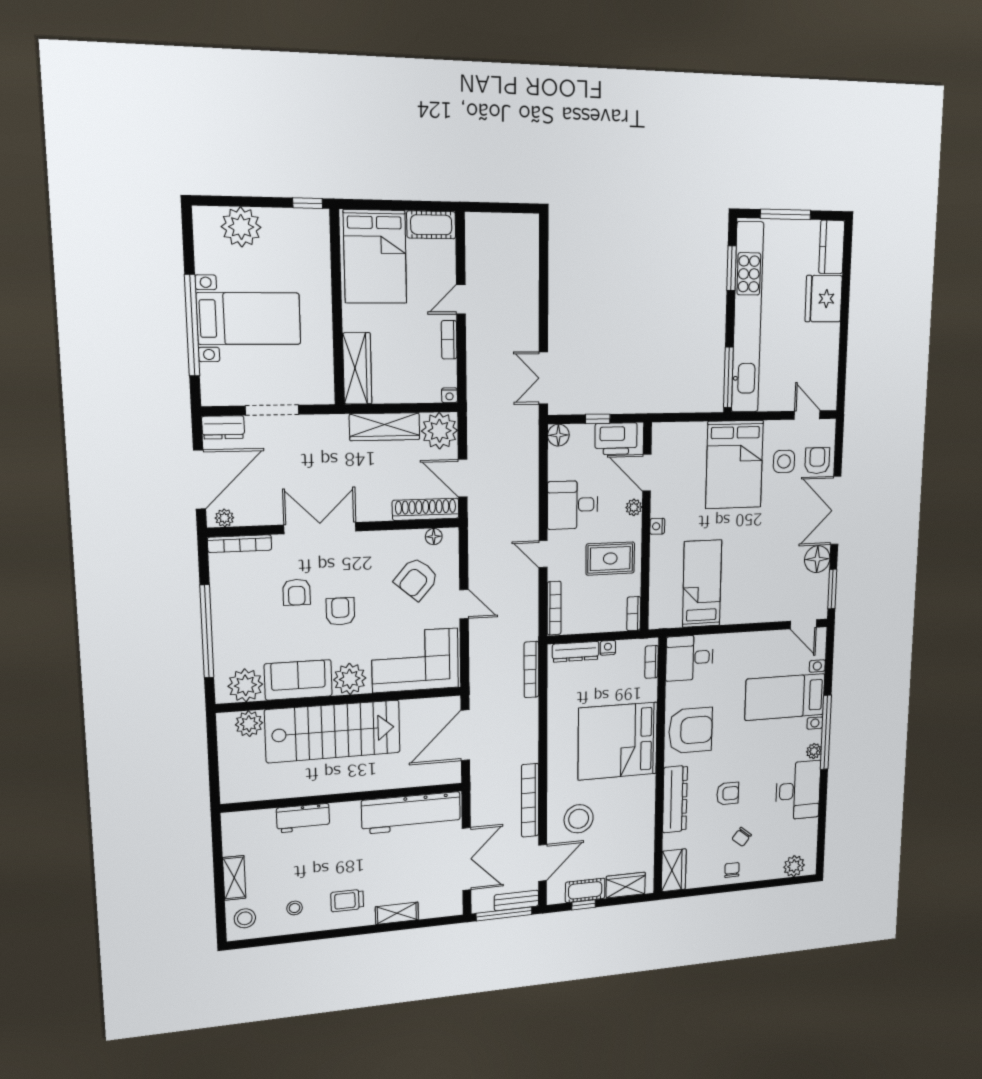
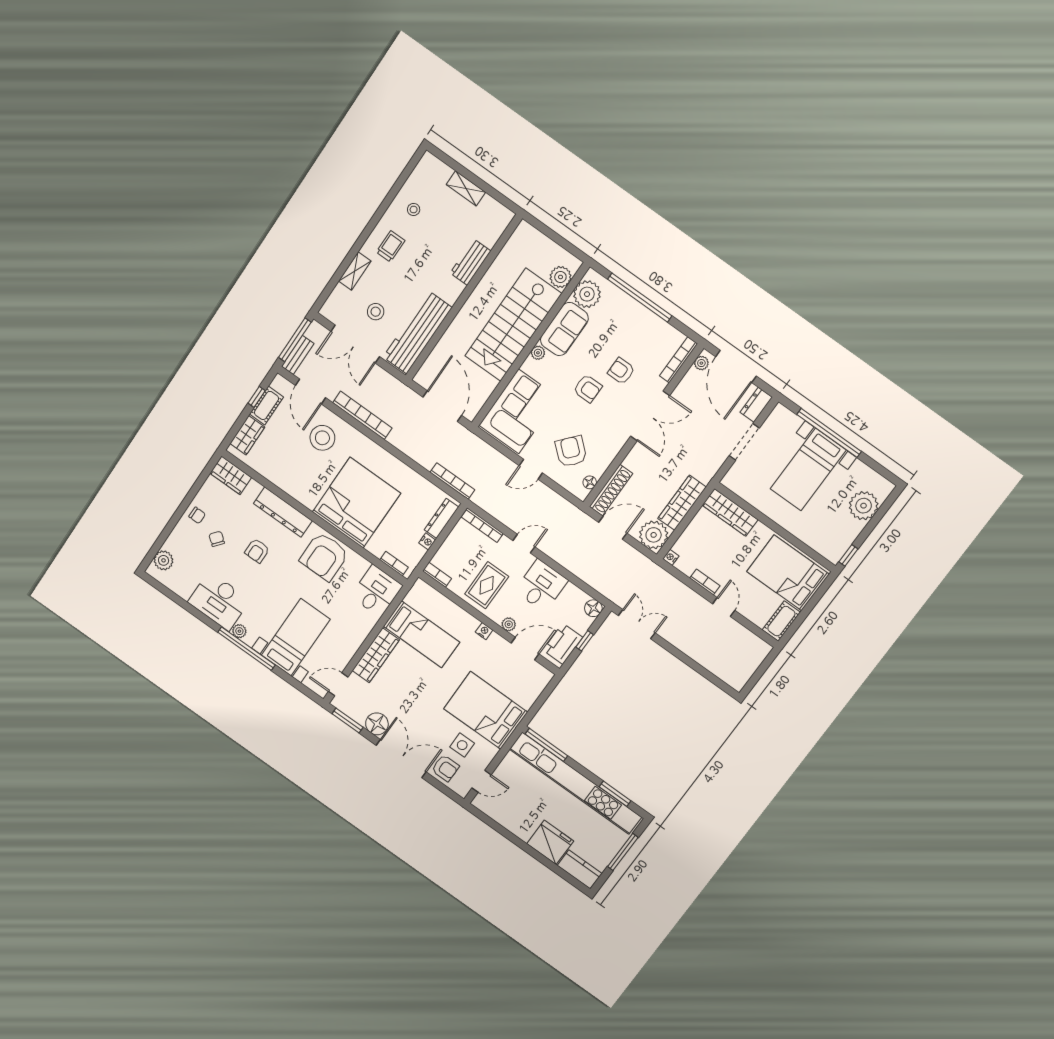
wardrobe: (752, 611) -> (376, 655), added
plant: (350, 679) -> (538, 353), width x0.53, depth x0.53
stool: (245, 918) -> (376, 312), moved

